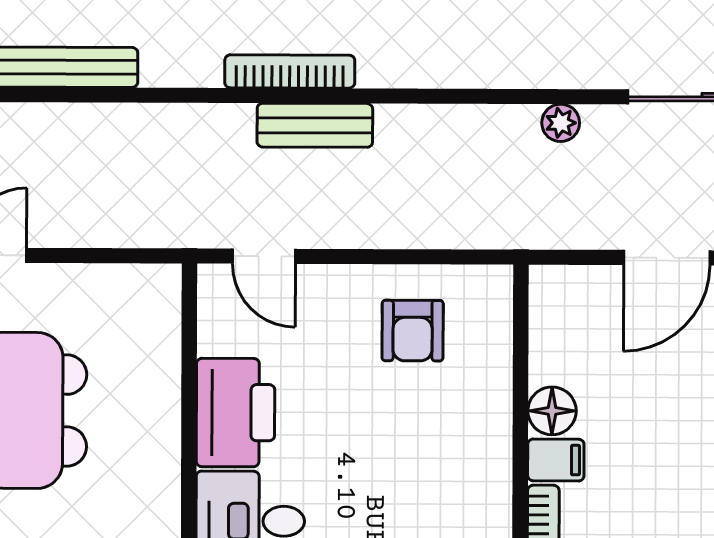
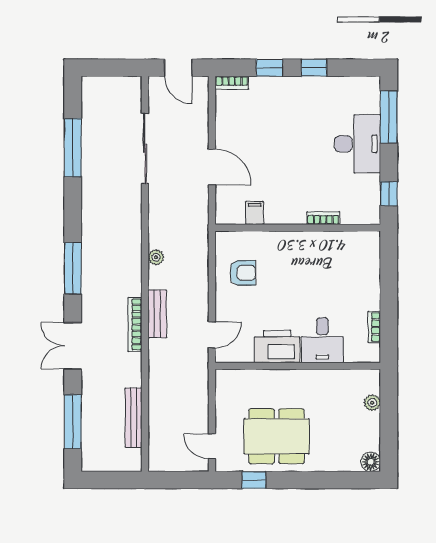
plant: (561, 123) -> (156, 257), moved
floor lamp: (552, 411) -> (276, 215), removed
filing cabinet: (556, 460) -> (254, 213), moved

